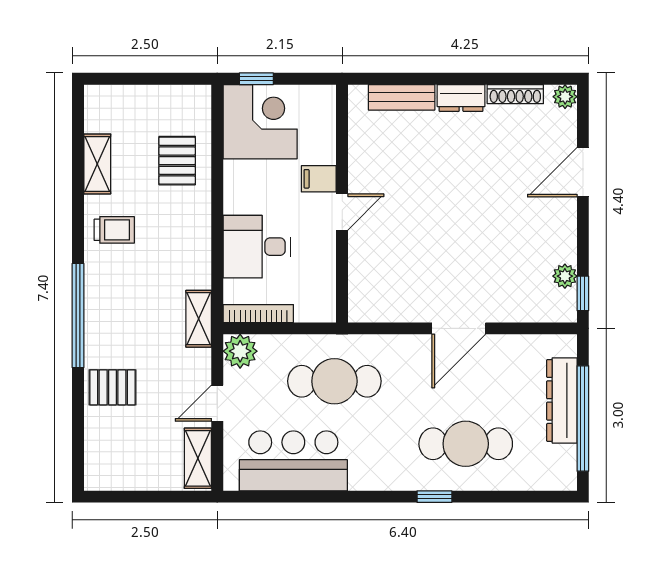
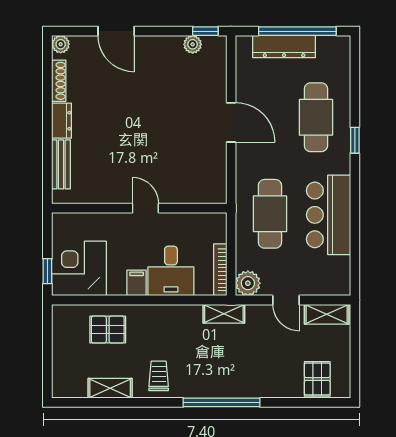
filing cabinet: (319, 179) -> (137, 283), moved, turned 180
pallet: (113, 387) -> (317, 379), moved
bar counter: (293, 461) -> (328, 215), moved

